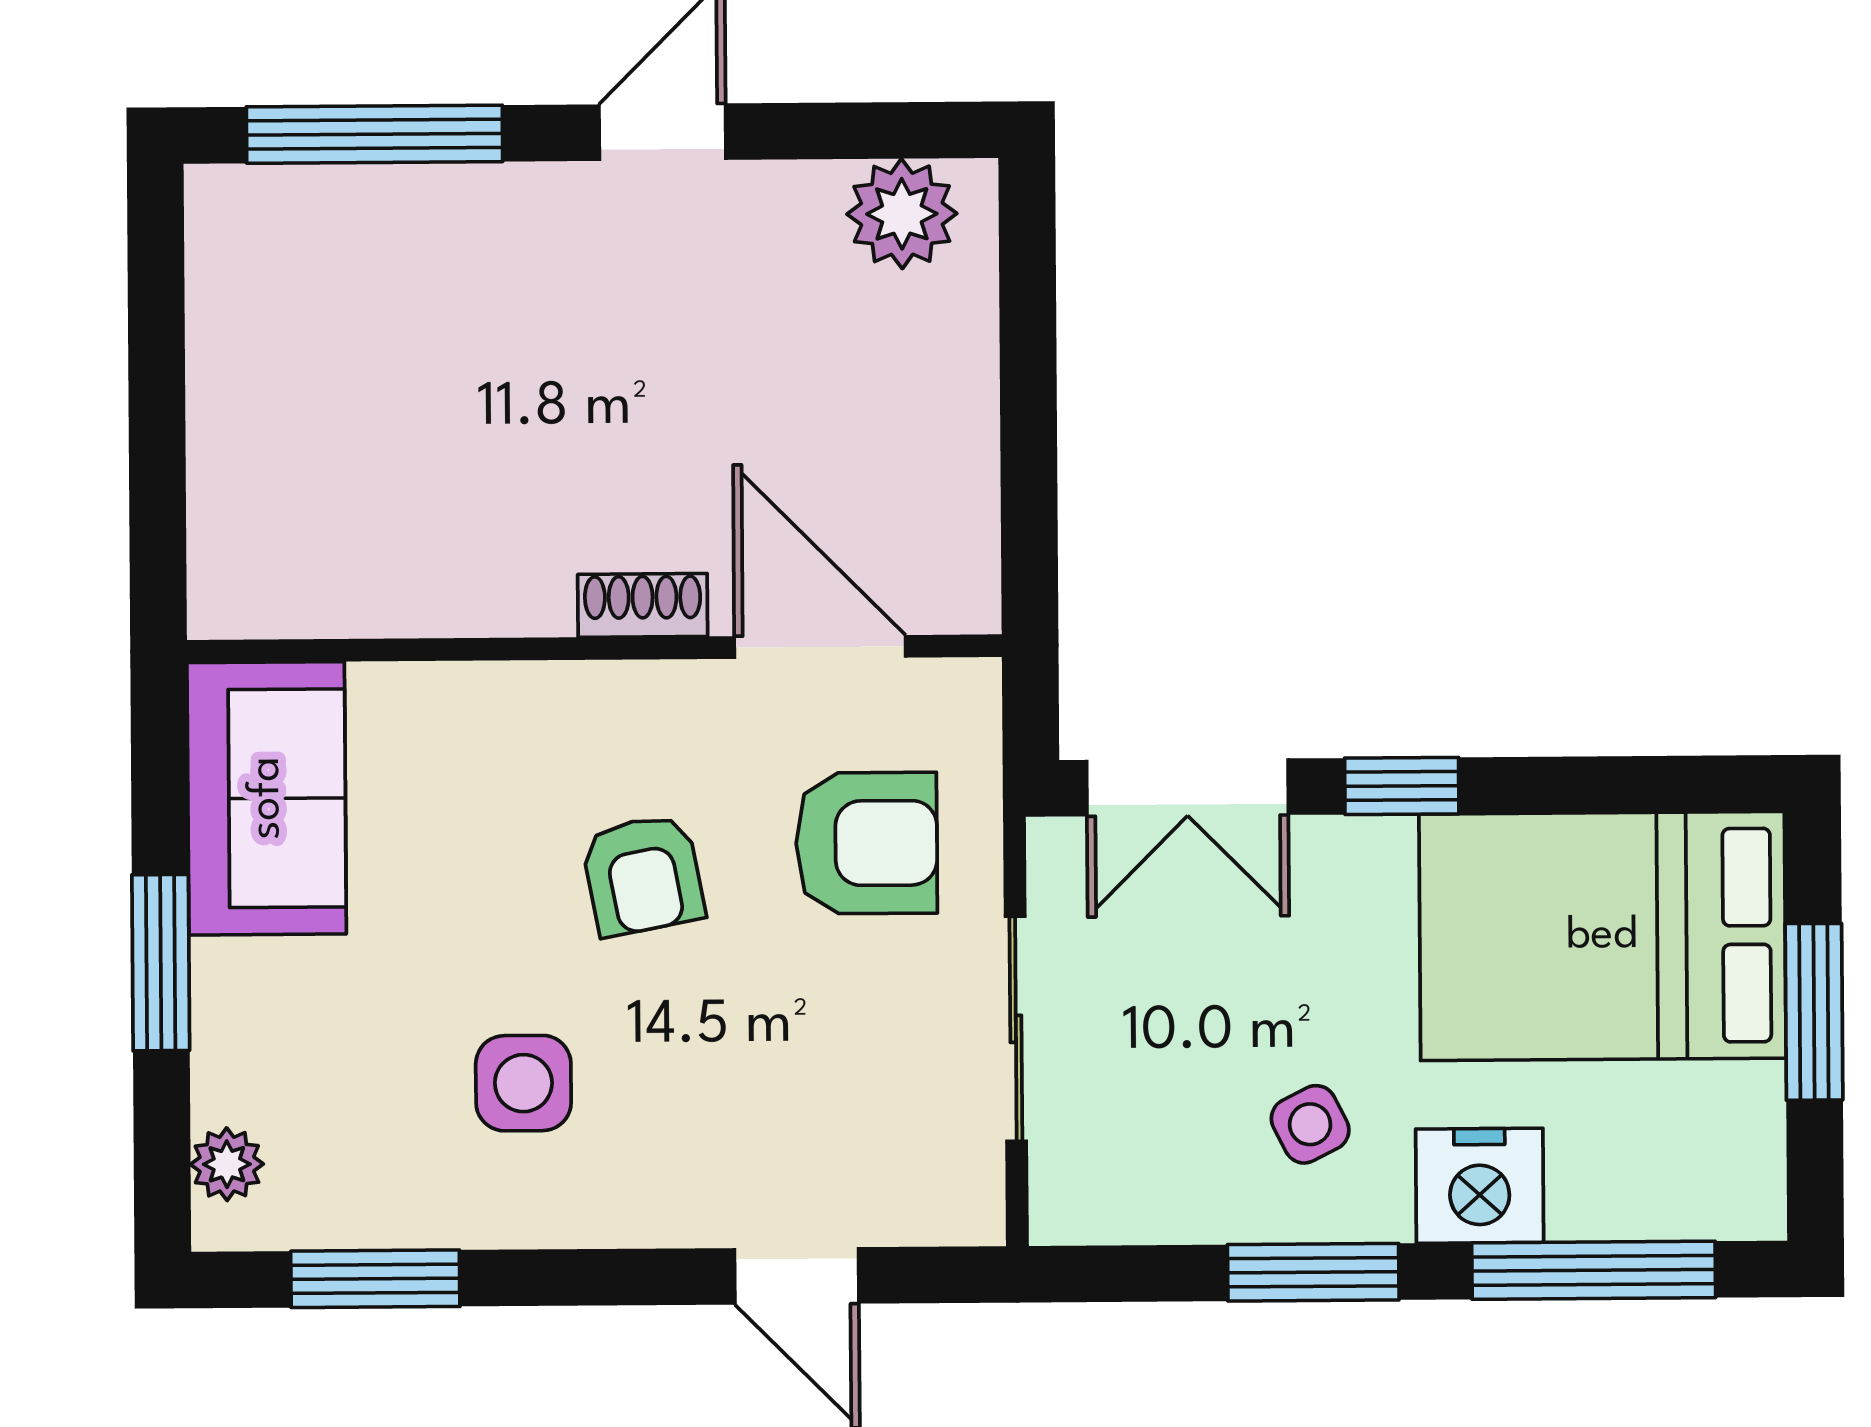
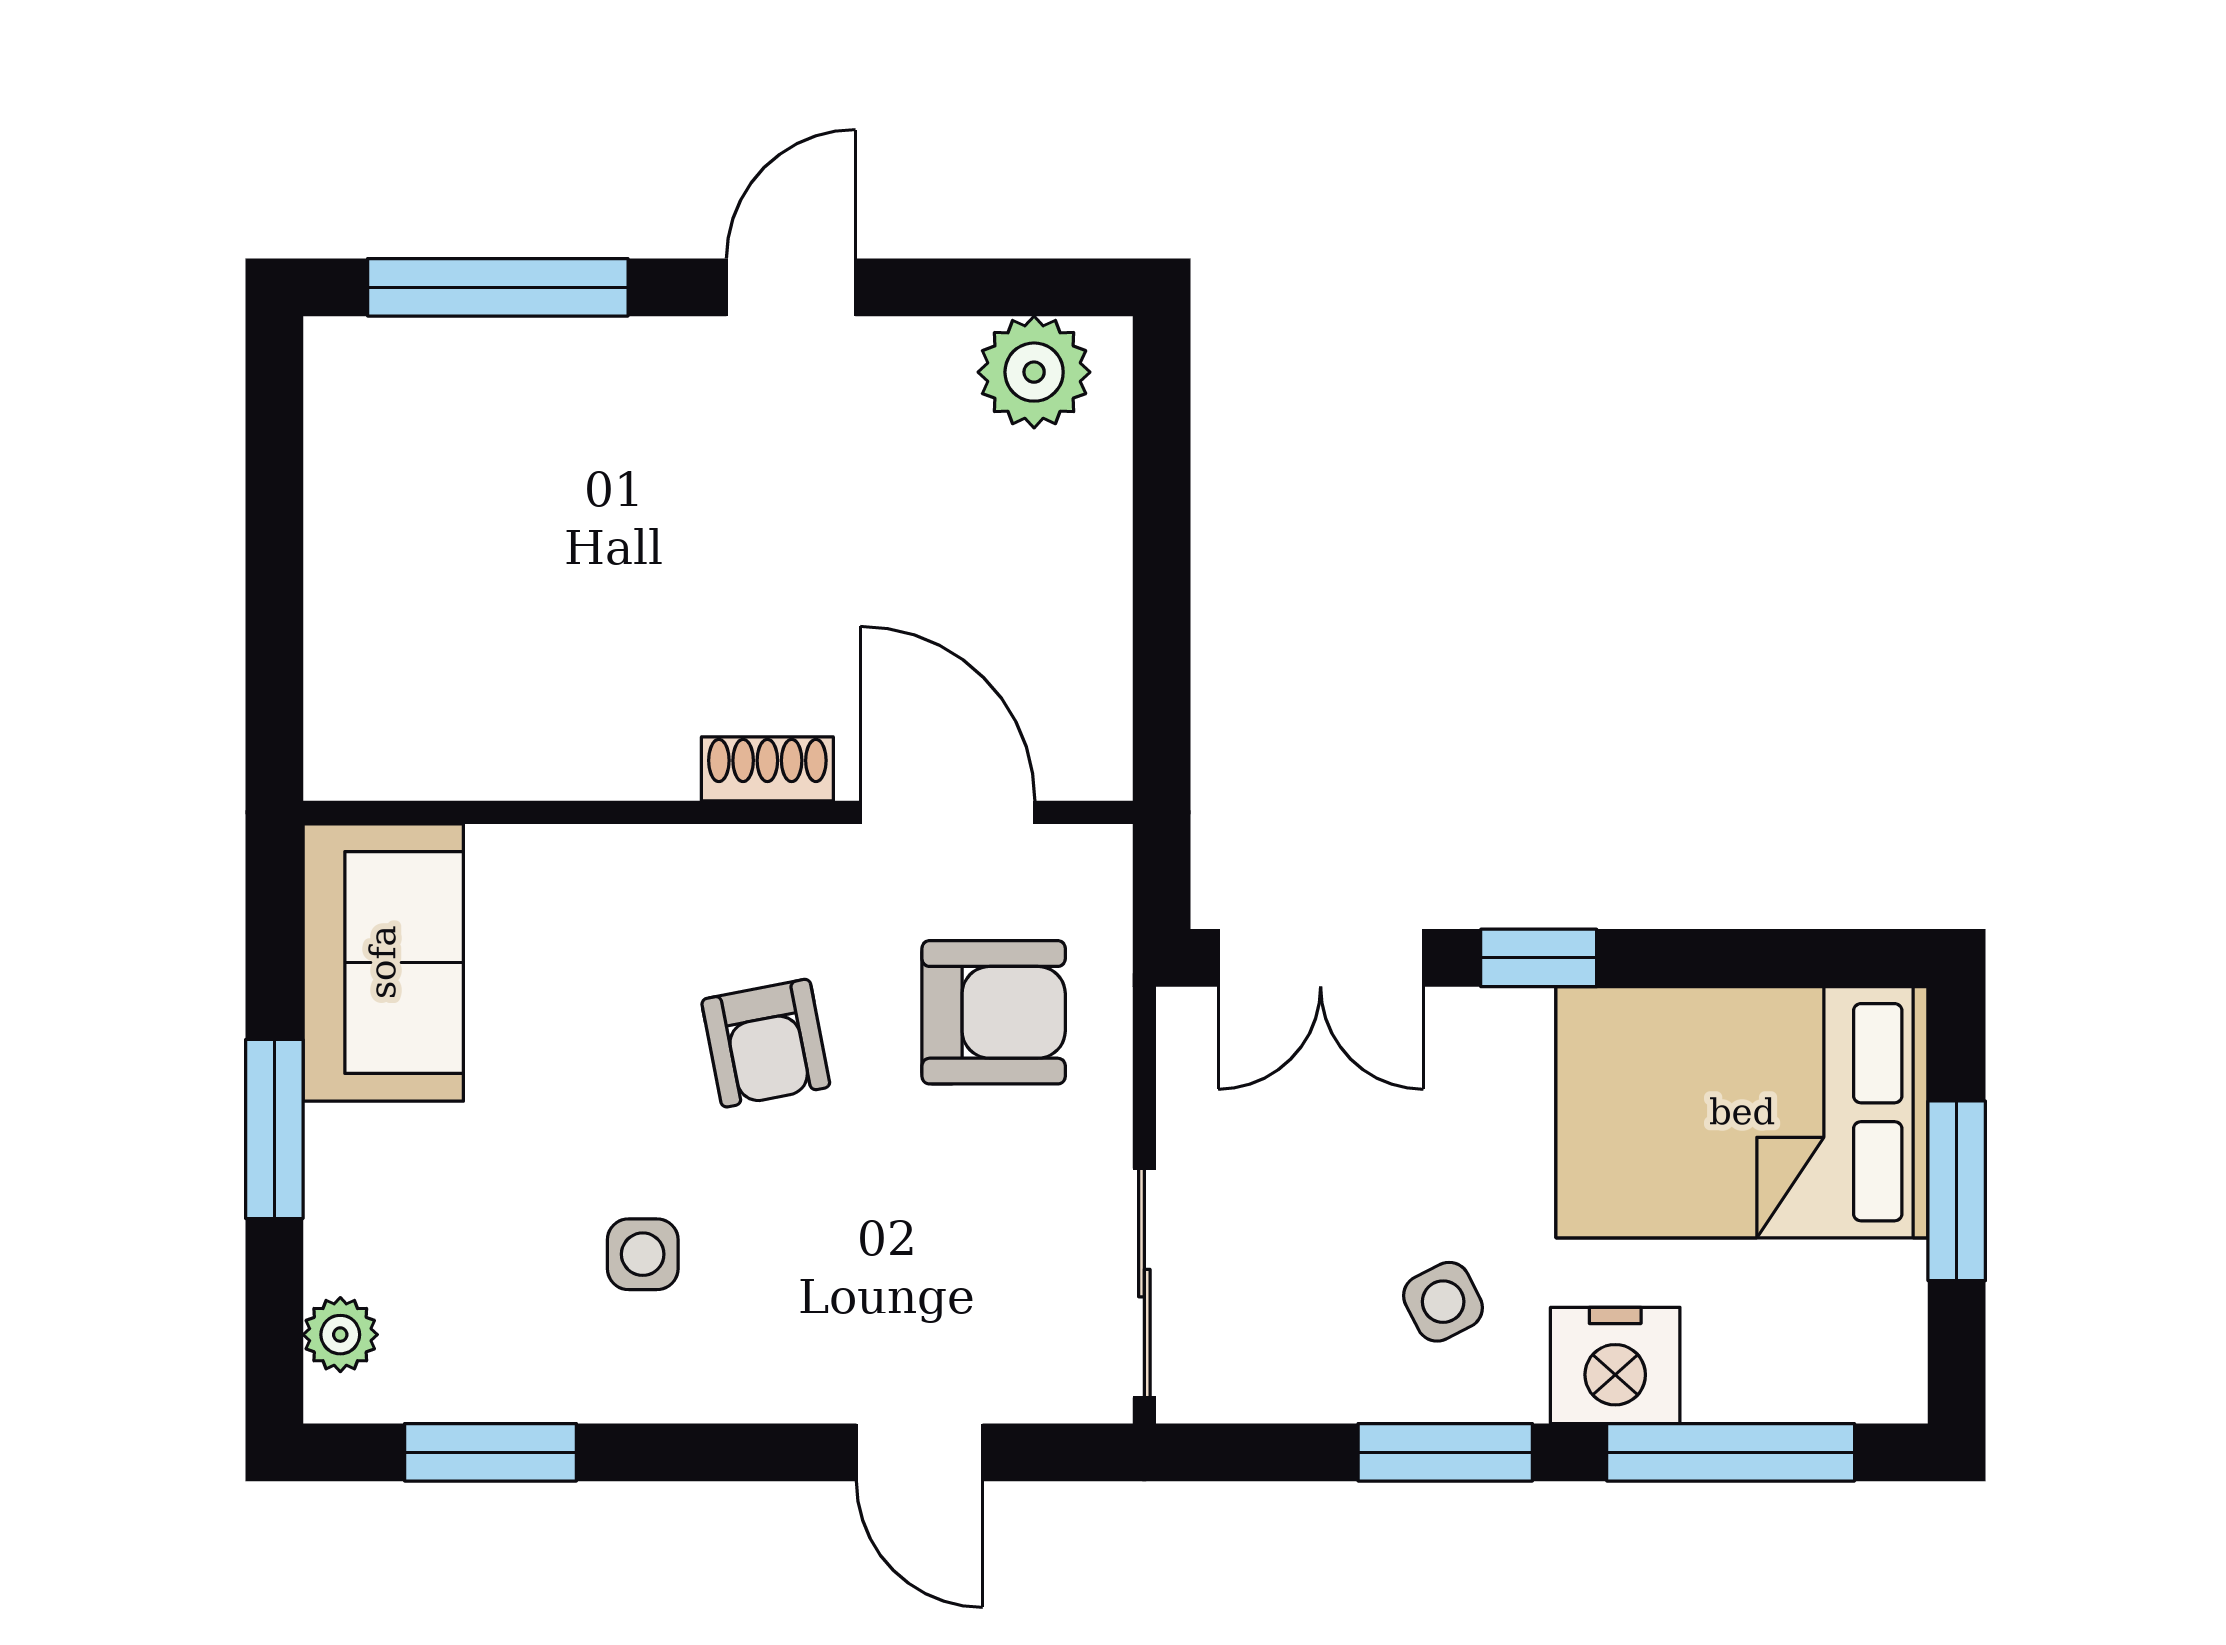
sliding door: (1016, 1029) -> (1144, 1283), moved
side table: (523, 1083) -> (643, 1254), width x0.73, depth x0.73

